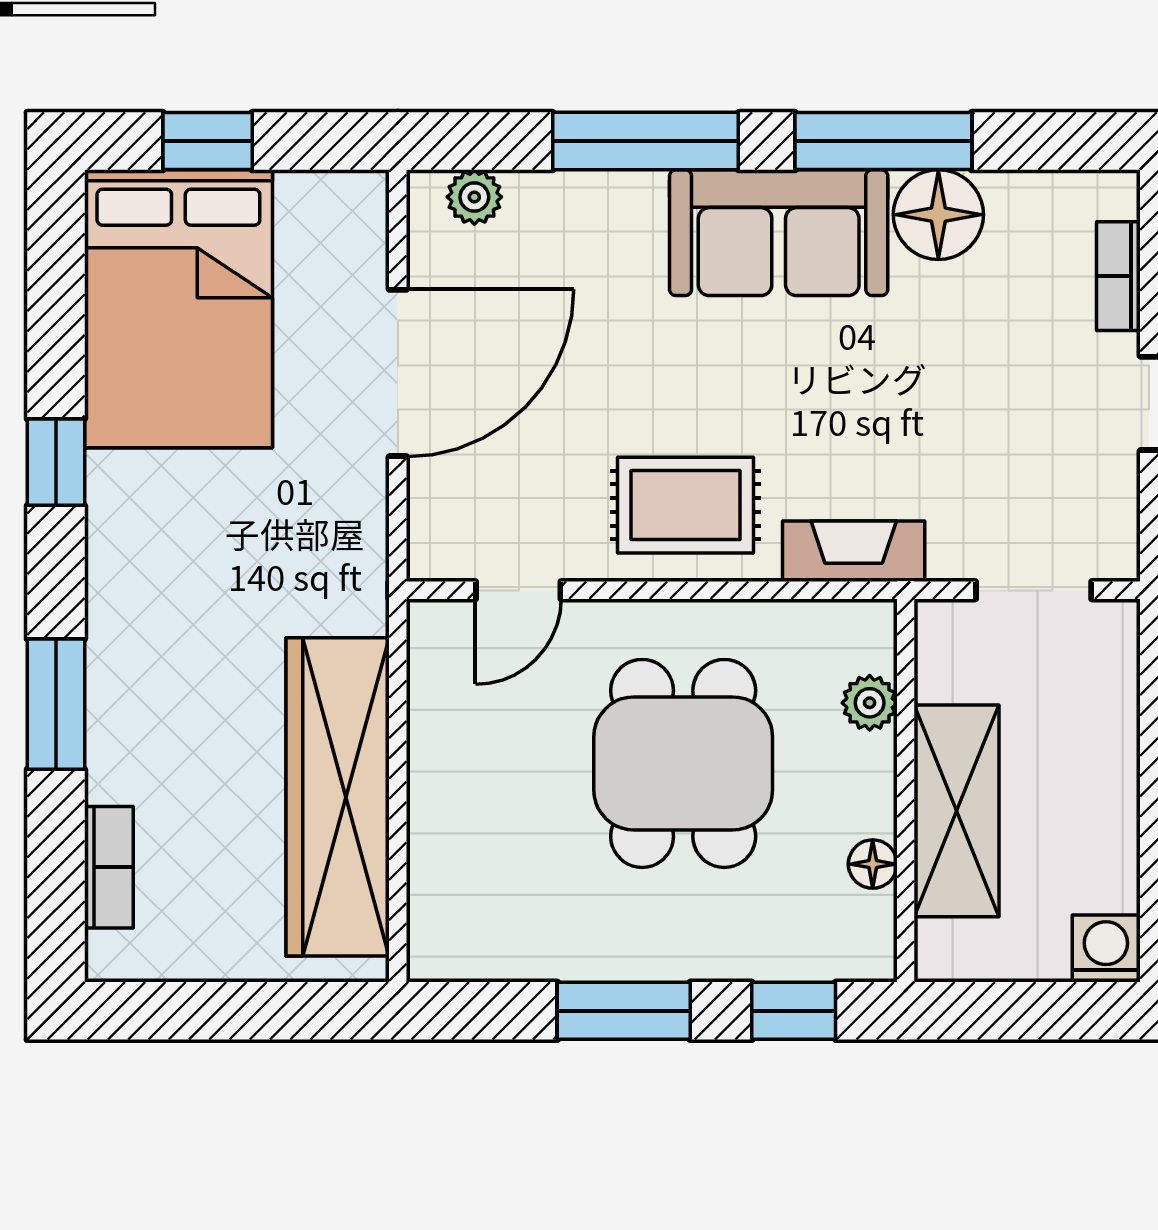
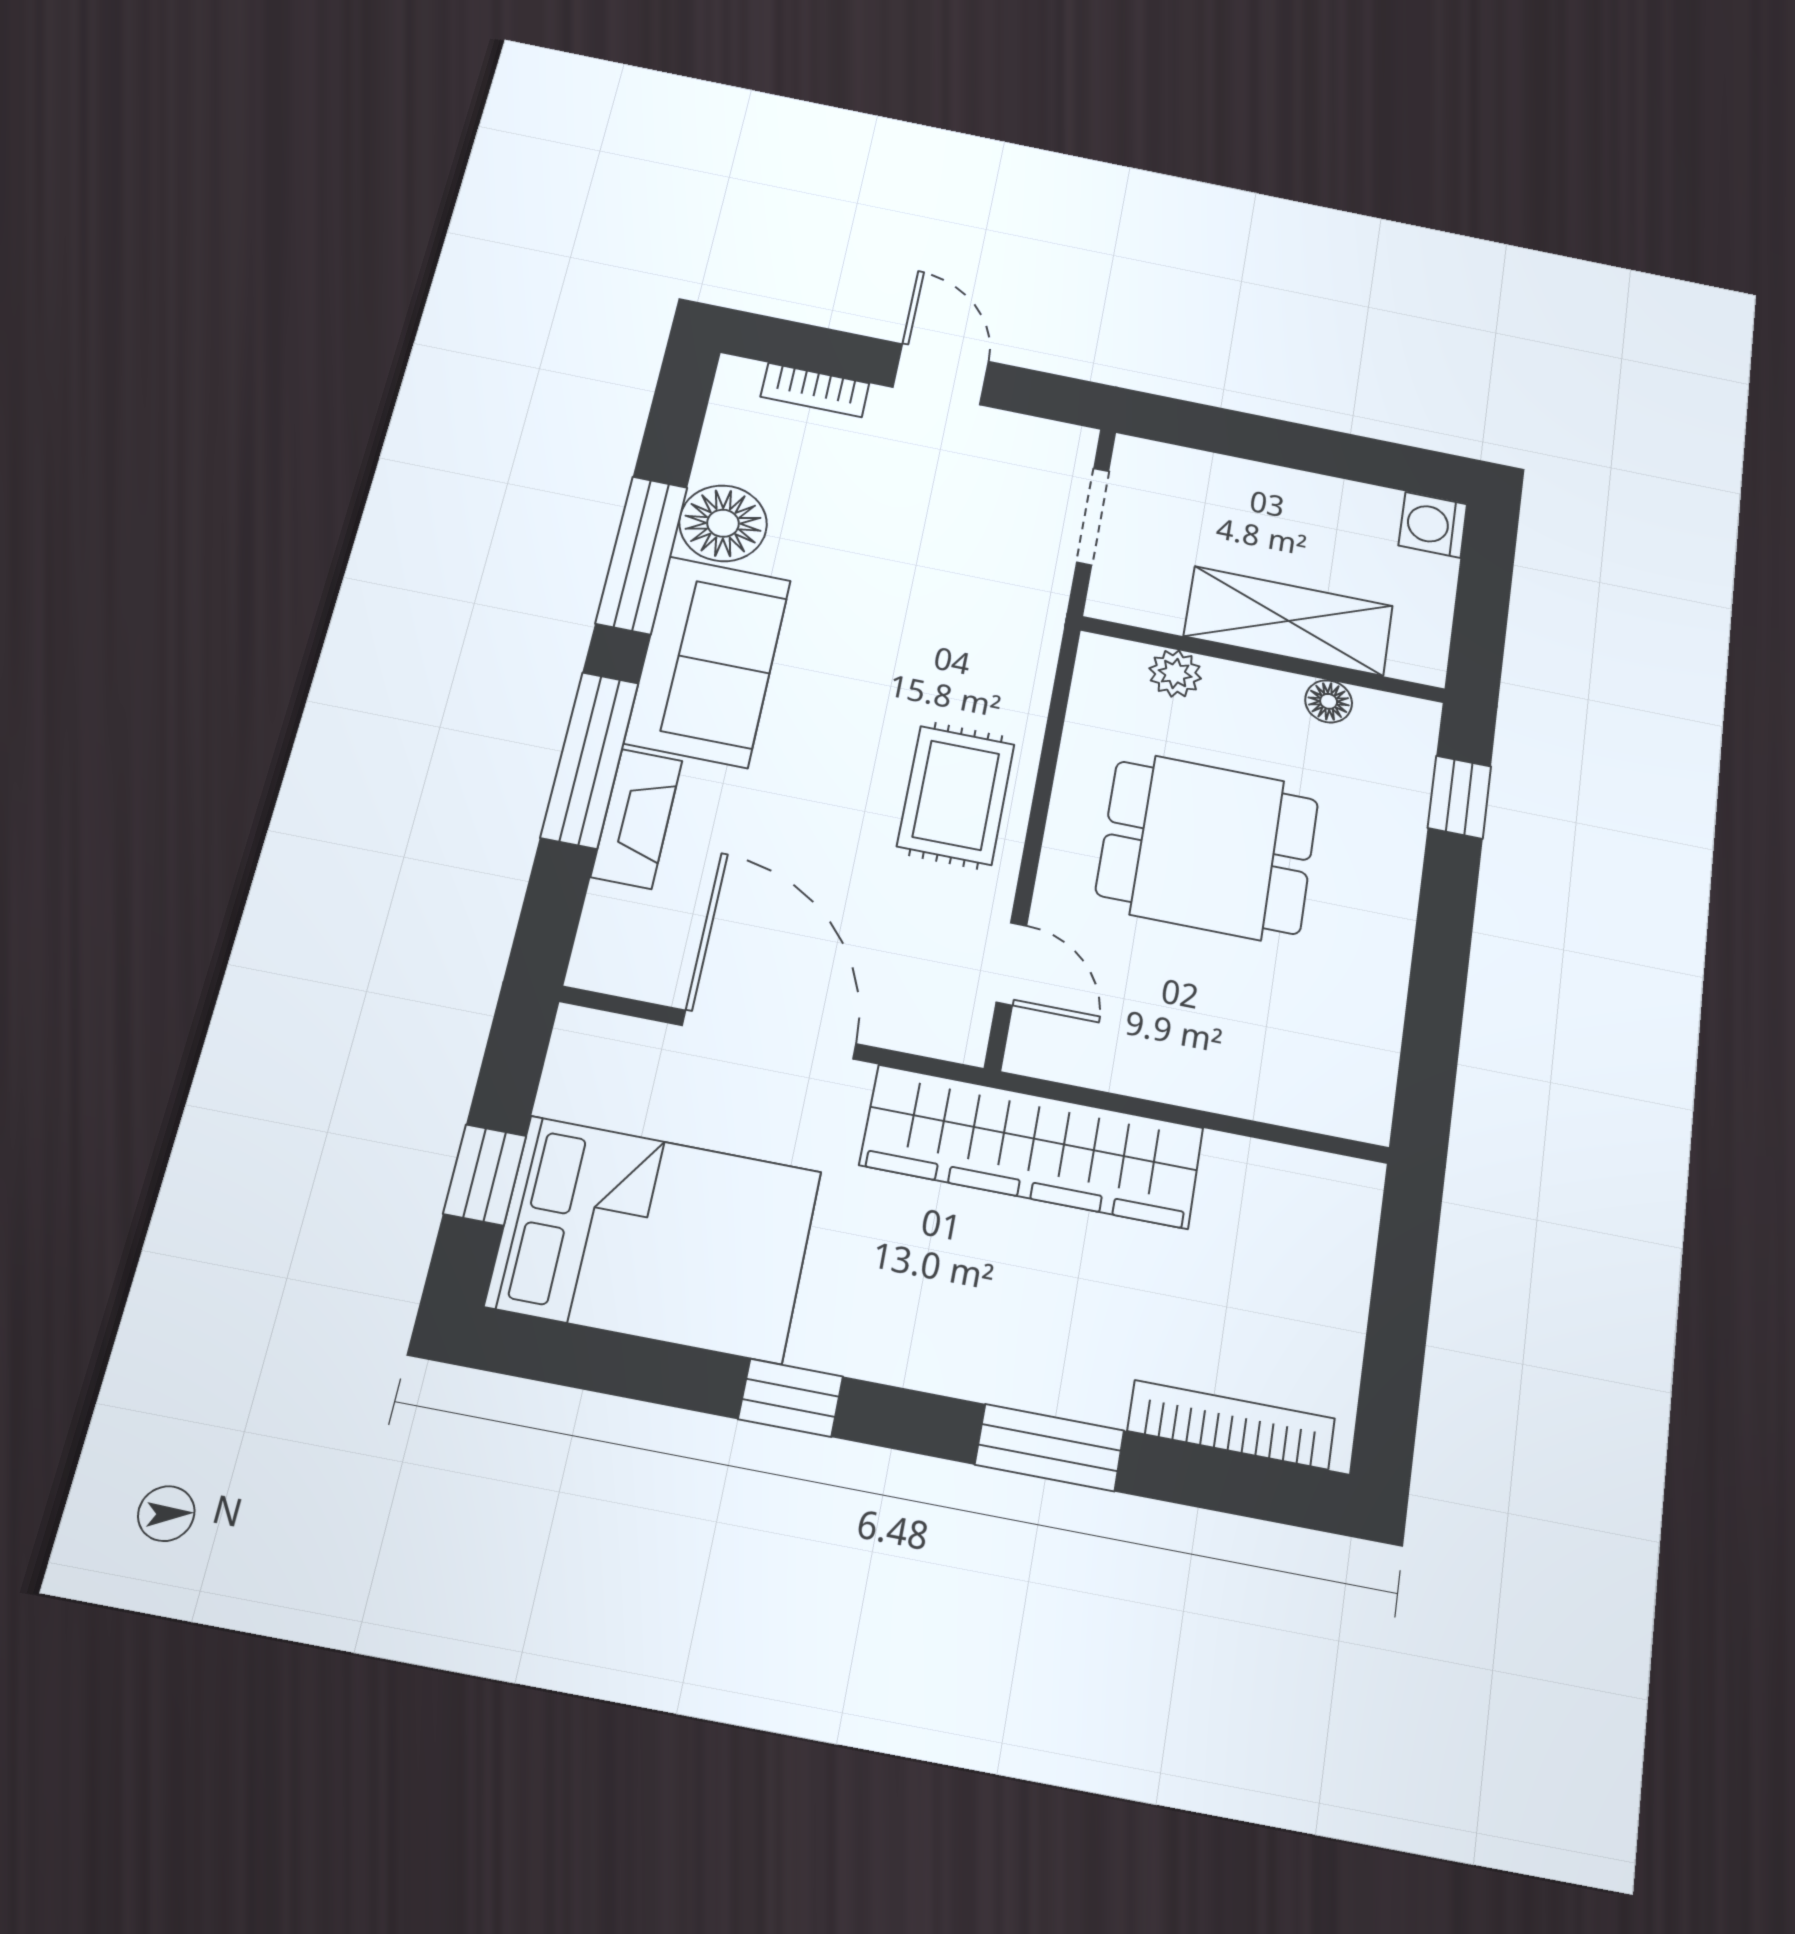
plant: (474, 197) -> (607, 927), removed
fireplace: (854, 551) -> (637, 819), moved, turned 180
wardrobe: (338, 797) -> (1032, 1147), moved
bookcase: (109, 867) -> (1231, 1425), width x1.56
window: (624, 1011) -> (1442, 949), removed

